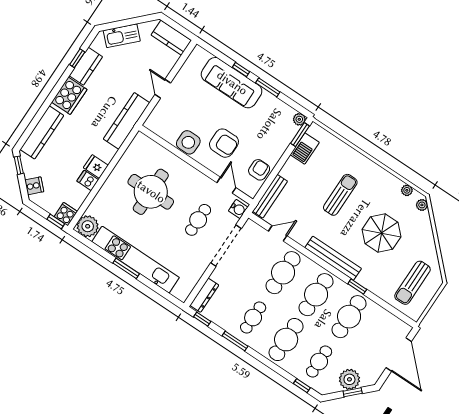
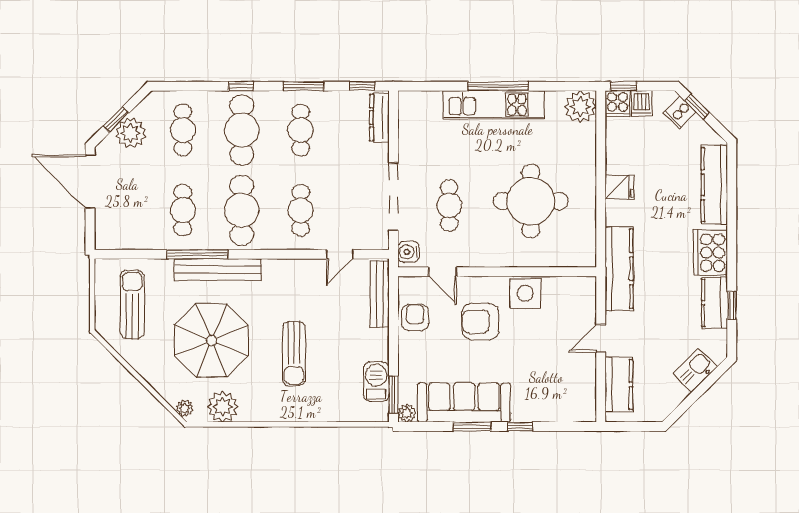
kitchen sink: (122, 36) -> (695, 370), width x0.73
kitchen counter: (171, 38) -> (619, 385), moved, turned 90
sofa: (232, 83) -> (464, 403), moved
door: (163, 89) -> (601, 338), swing flipped
window: (19, 165) -> (697, 106), moved
armchair: (259, 170) -> (415, 318), turned 180
dishwasher: (88, 180) -> (642, 103), moved, turned 90
plant: (407, 190) -> (223, 407), width x1.87, depth x1.87
parasol: (382, 233) -> (212, 340), width x1.36, depth x1.36
bench: (333, 258) -> (218, 269), moved
kitchen unit: (136, 260) -> (494, 105), width x0.73
window: (126, 268) -> (498, 86), width x1.44
cafe table: (283, 273) -> (301, 210), width x0.73, depth x0.74
window: (357, 287) -> (197, 254), width x2.17
cafe table: (349, 317) -> (183, 210), width x0.73, depth x0.74
door: (399, 355) -> (90, 182), moved
window: (302, 386) -> (241, 86), moved

